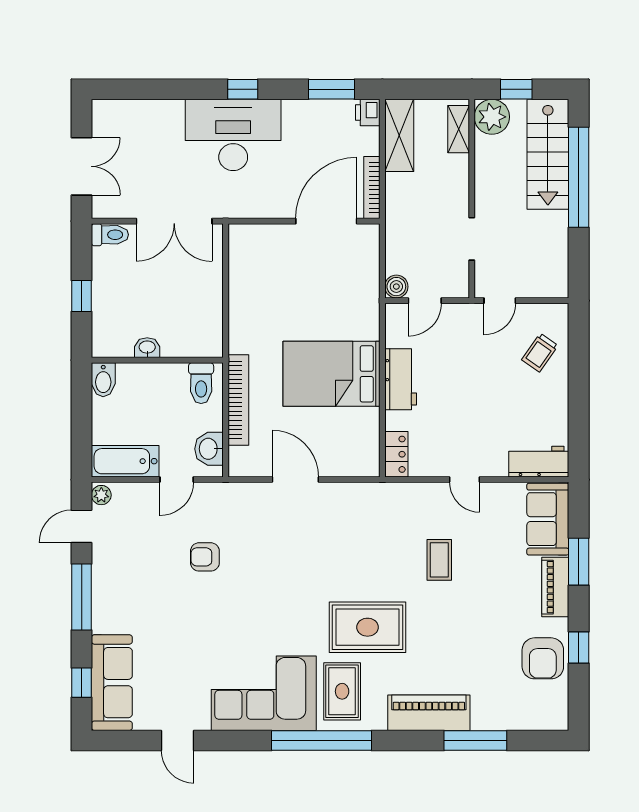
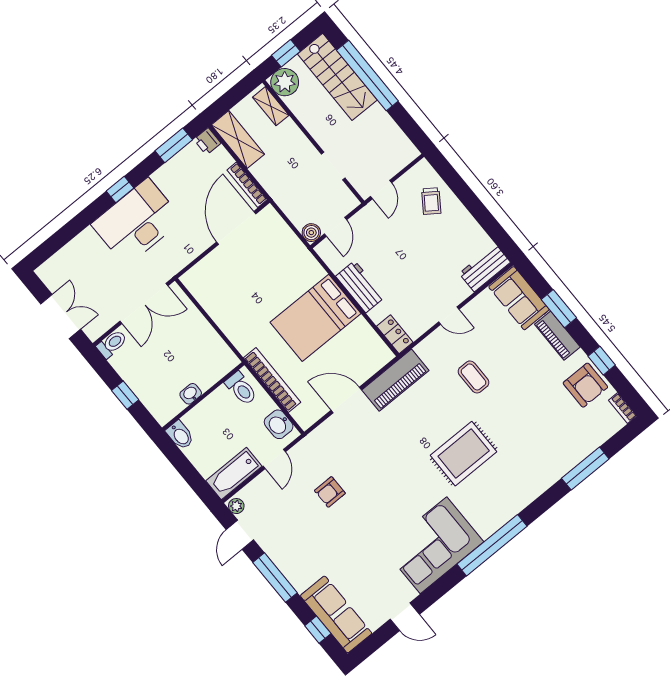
rug: (342, 691) -> (480, 505), removed
bookcase: (561, 711) -> (623, 408), added
piano: (429, 713) -> (395, 380), moved, turned 180

